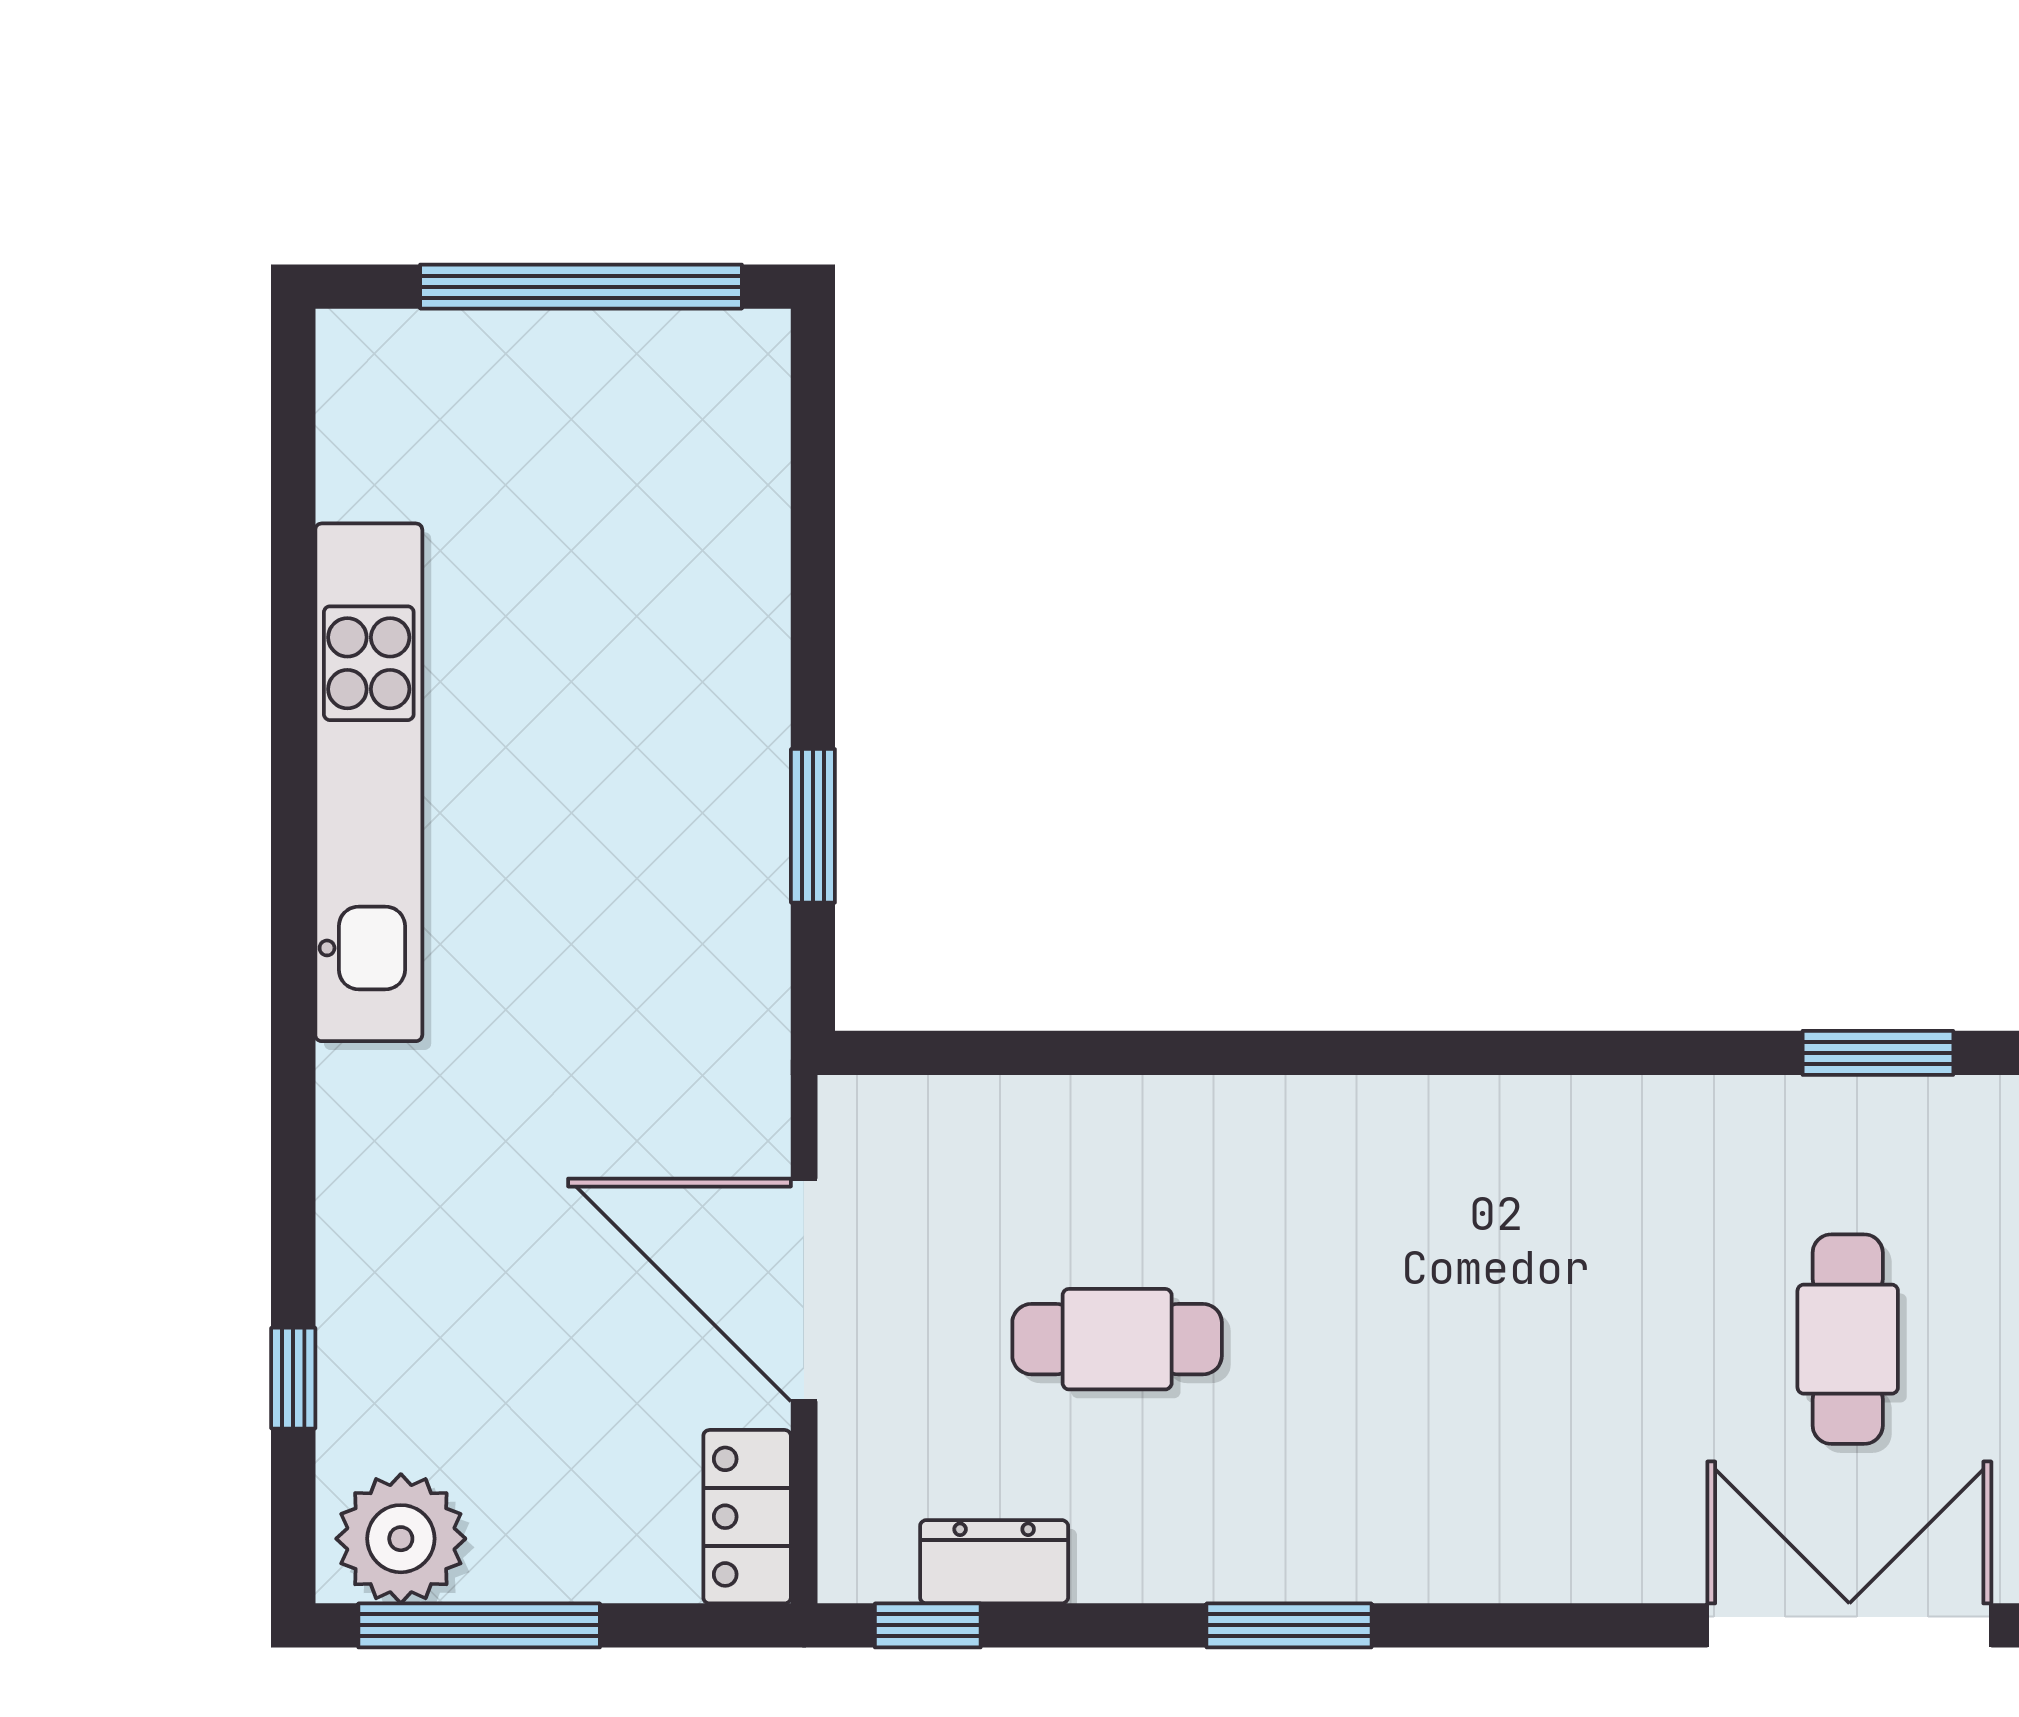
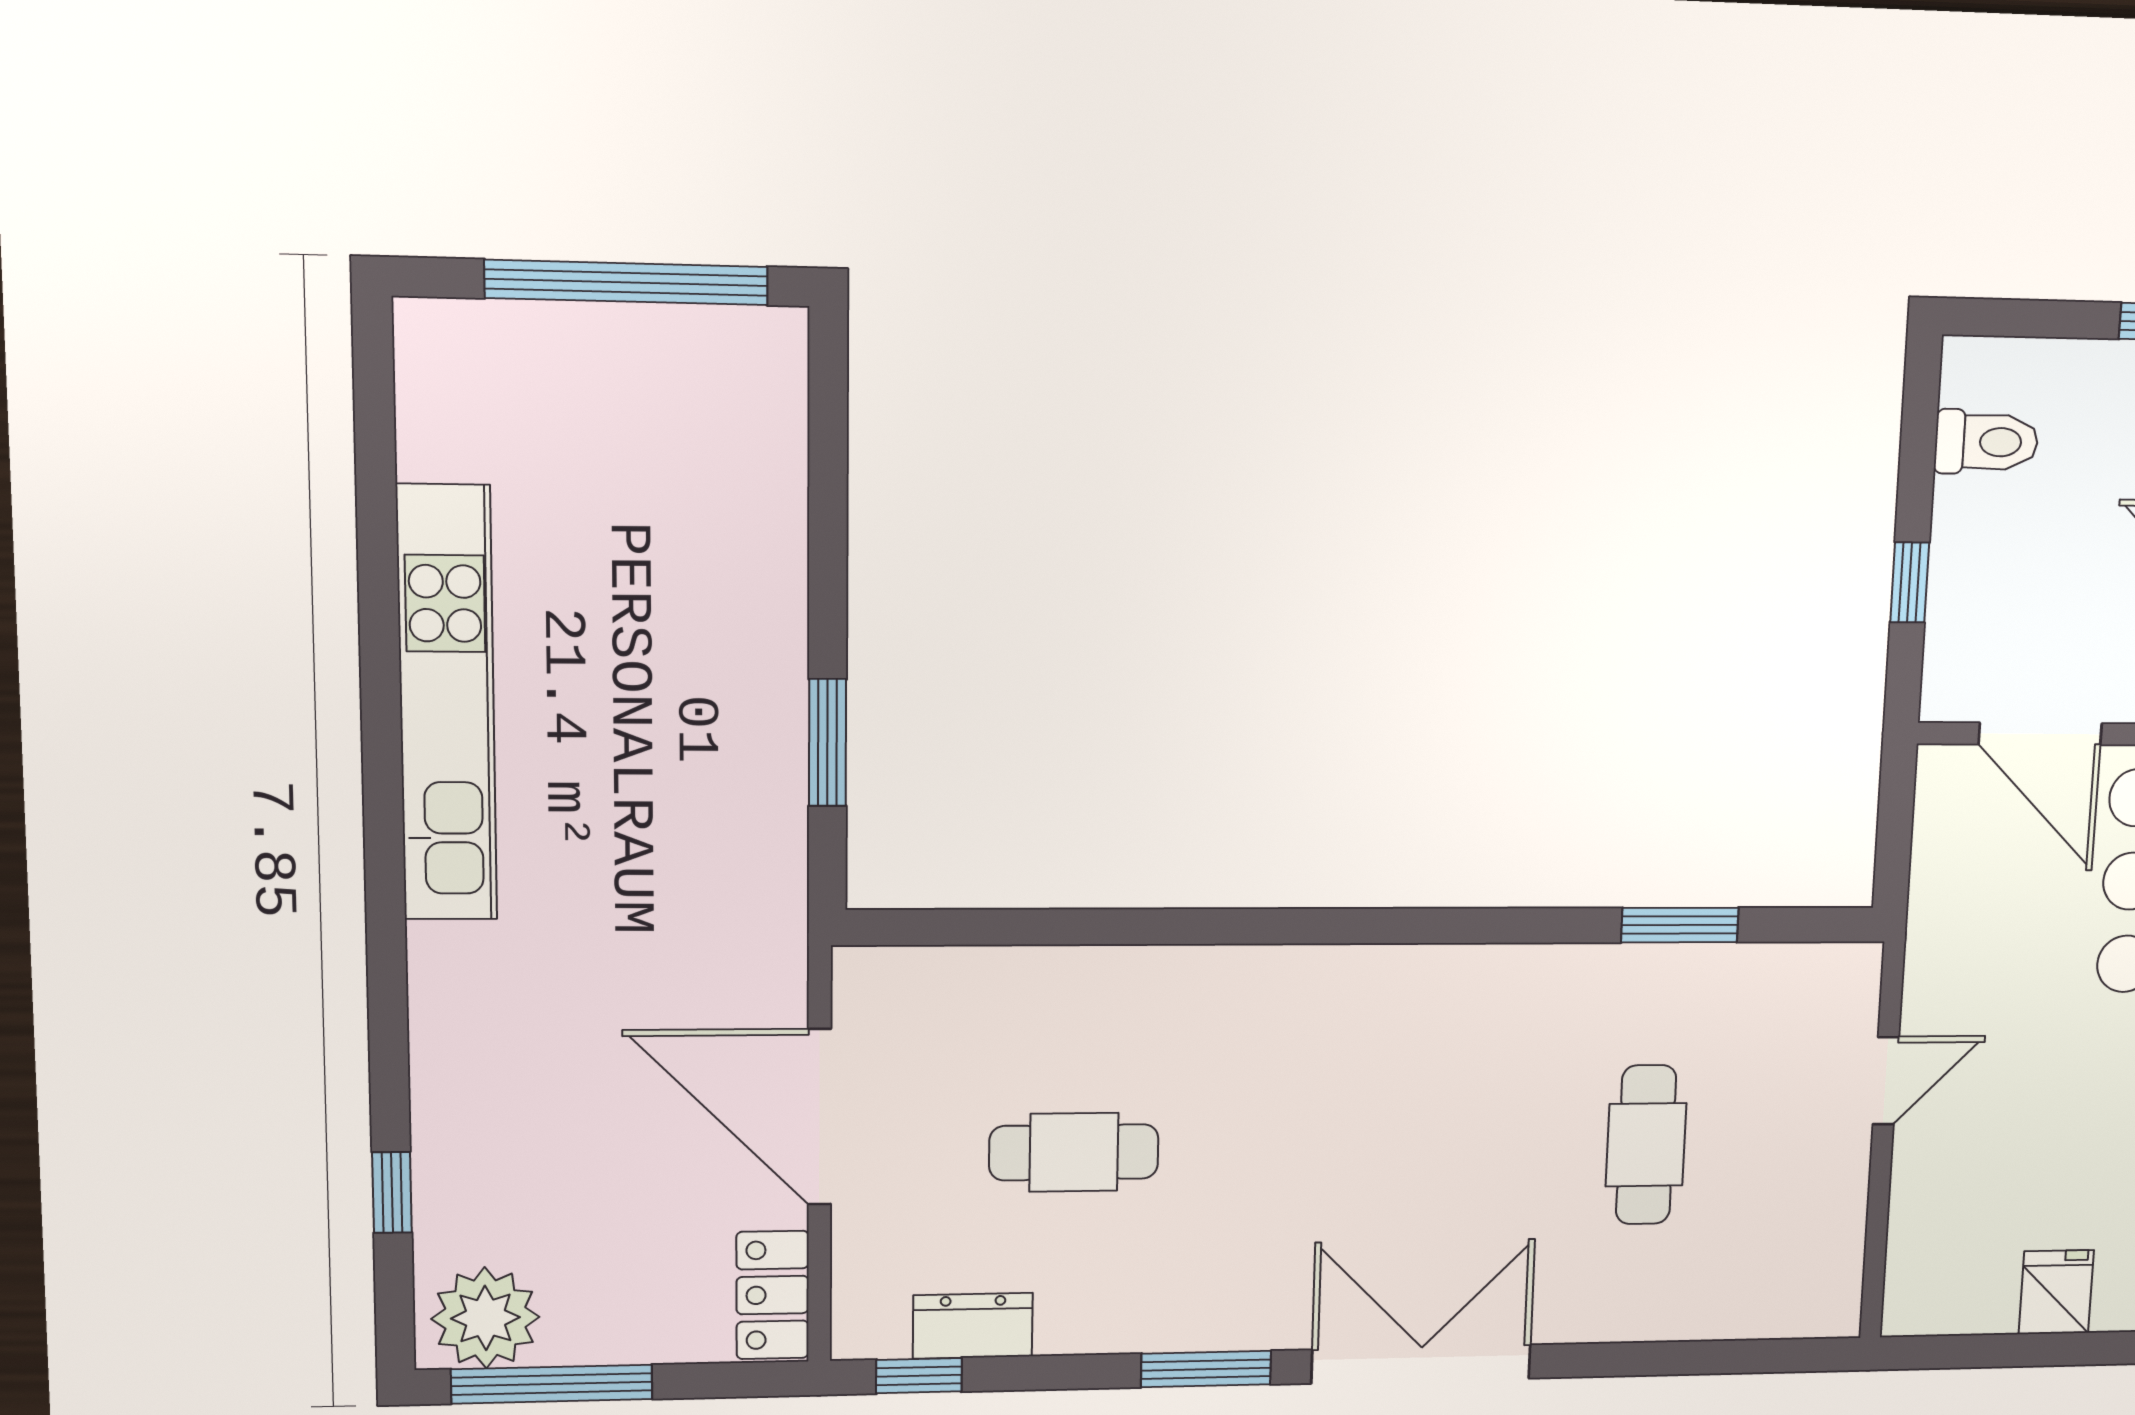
double door: (1849, 1625) -> (1421, 1364), moved

